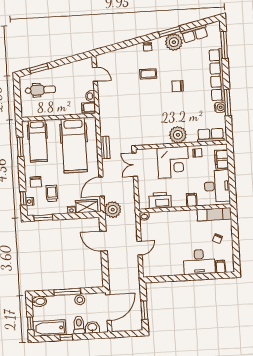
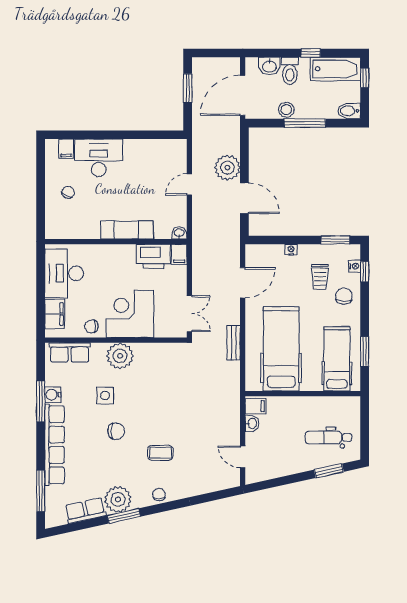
side table: (186, 109) -> (105, 396), added
filing cabinet: (192, 200) -> (179, 254), moved
wardrobe: (87, 206) -> (267, 254), removed
plant: (113, 210) -> (227, 168), moved
exam couch: (214, 214) -> (127, 230), moved

